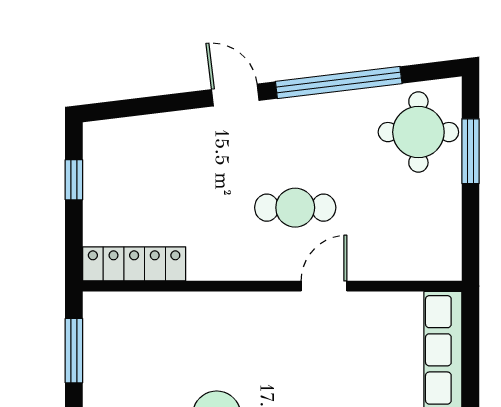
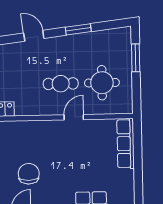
window: (339, 83) -> (78, 29), width x0.47
round table: (418, 132) -> (102, 83), moved

